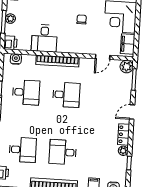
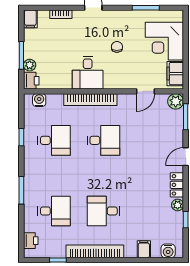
plant: (10, 19) -> (30, 65), moved
desk: (44, 38) -> (88, 73), moved

